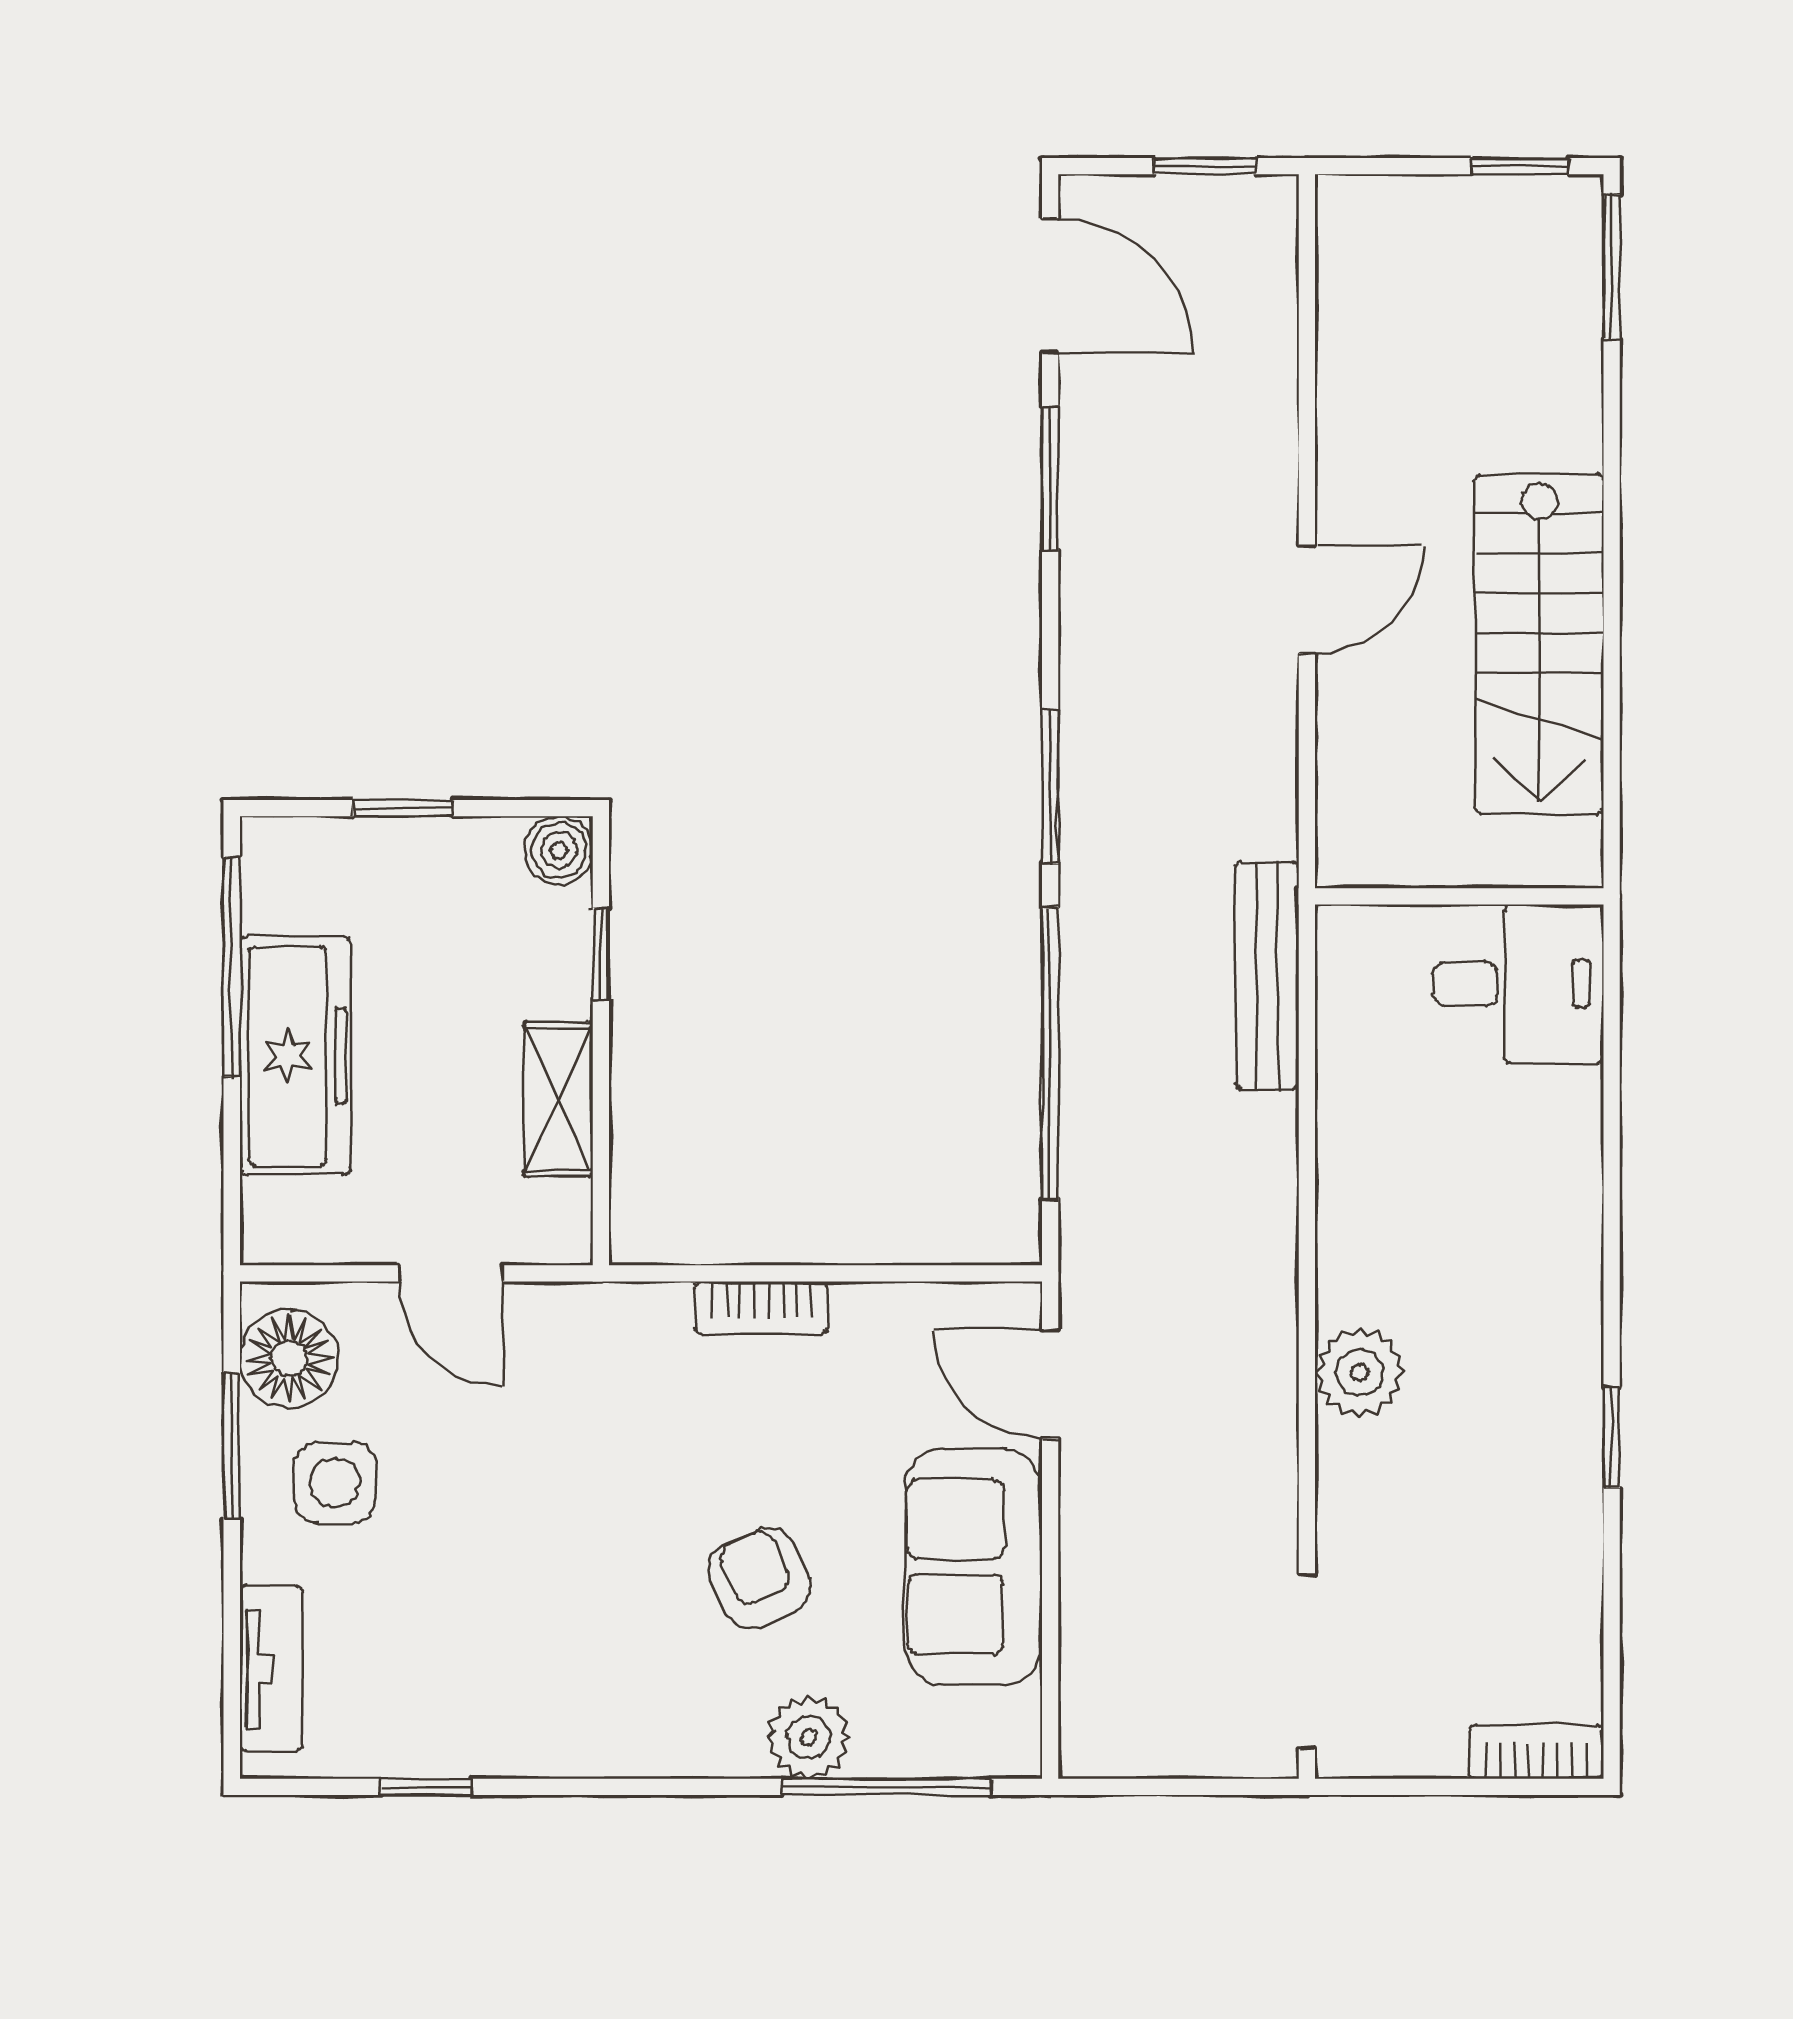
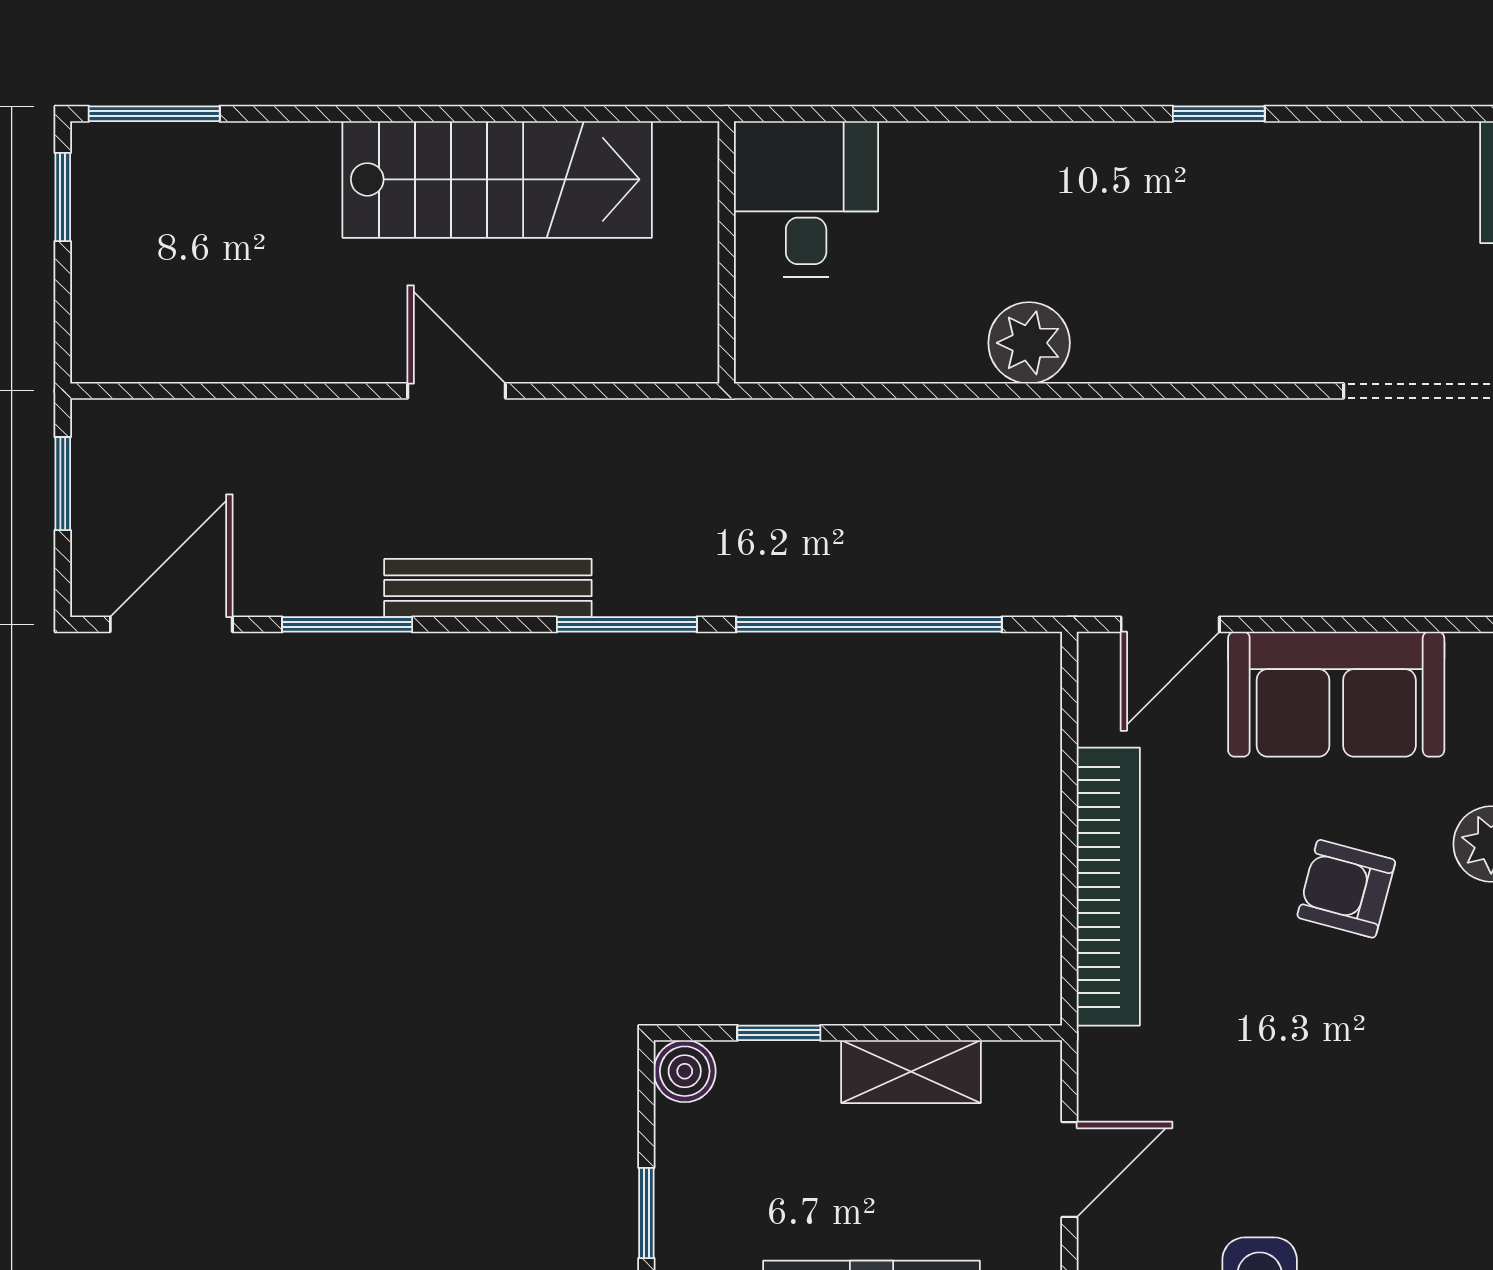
bench: (1267, 975) -> (488, 588), moved
bookcase: (762, 1308) -> (1108, 887), width x2.31, depth x1.31
plant: (1360, 1373) -> (1029, 343), moved
armchair: (759, 1578) -> (1346, 889), turned 39

